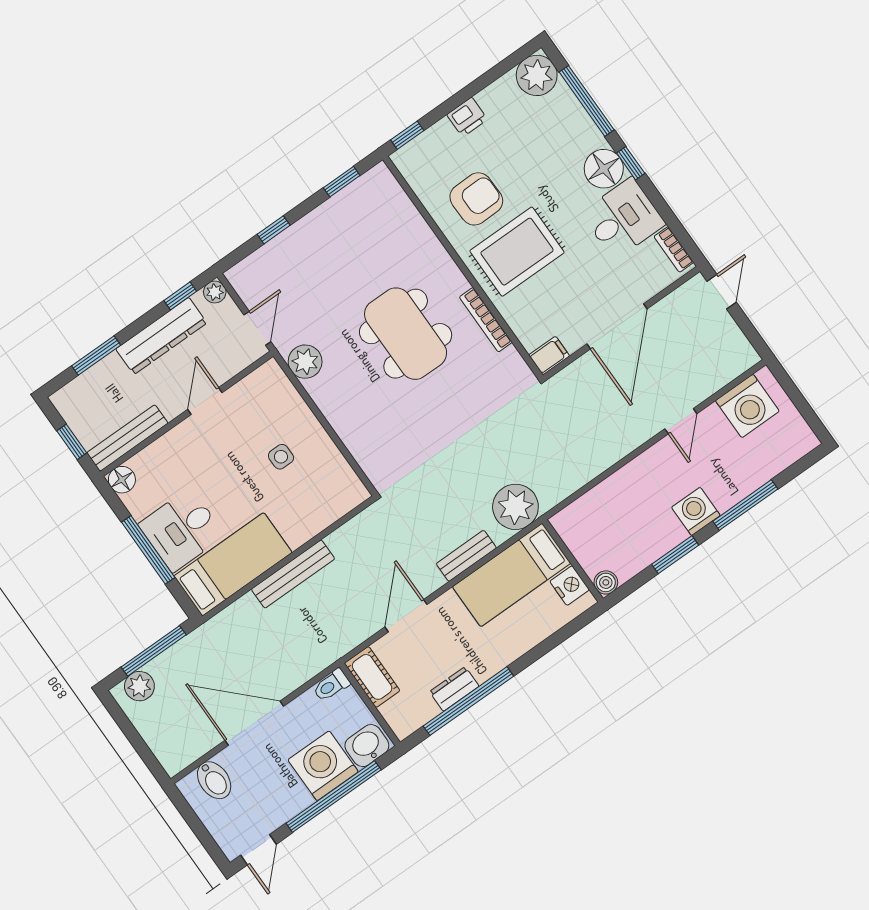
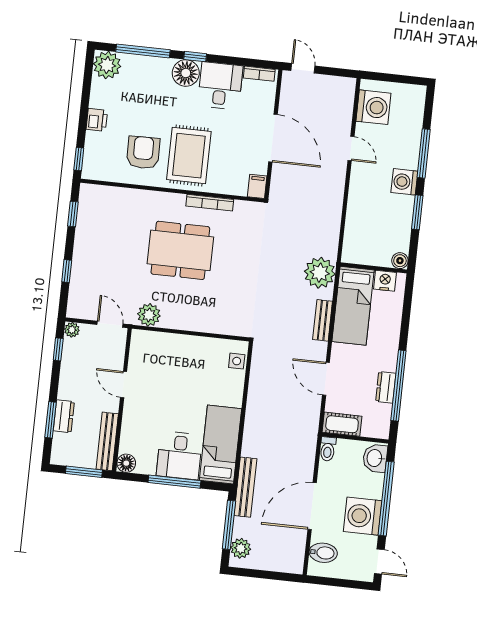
dresser: (161, 336) -> (64, 416), moved, width x0.51, depth x0.80
window: (72, 442) -> (84, 472), width x1.50
side table: (281, 457) -> (237, 361), moved
bench: (293, 574) -> (245, 487), moved
washing machine: (323, 766) -> (363, 516), moved

